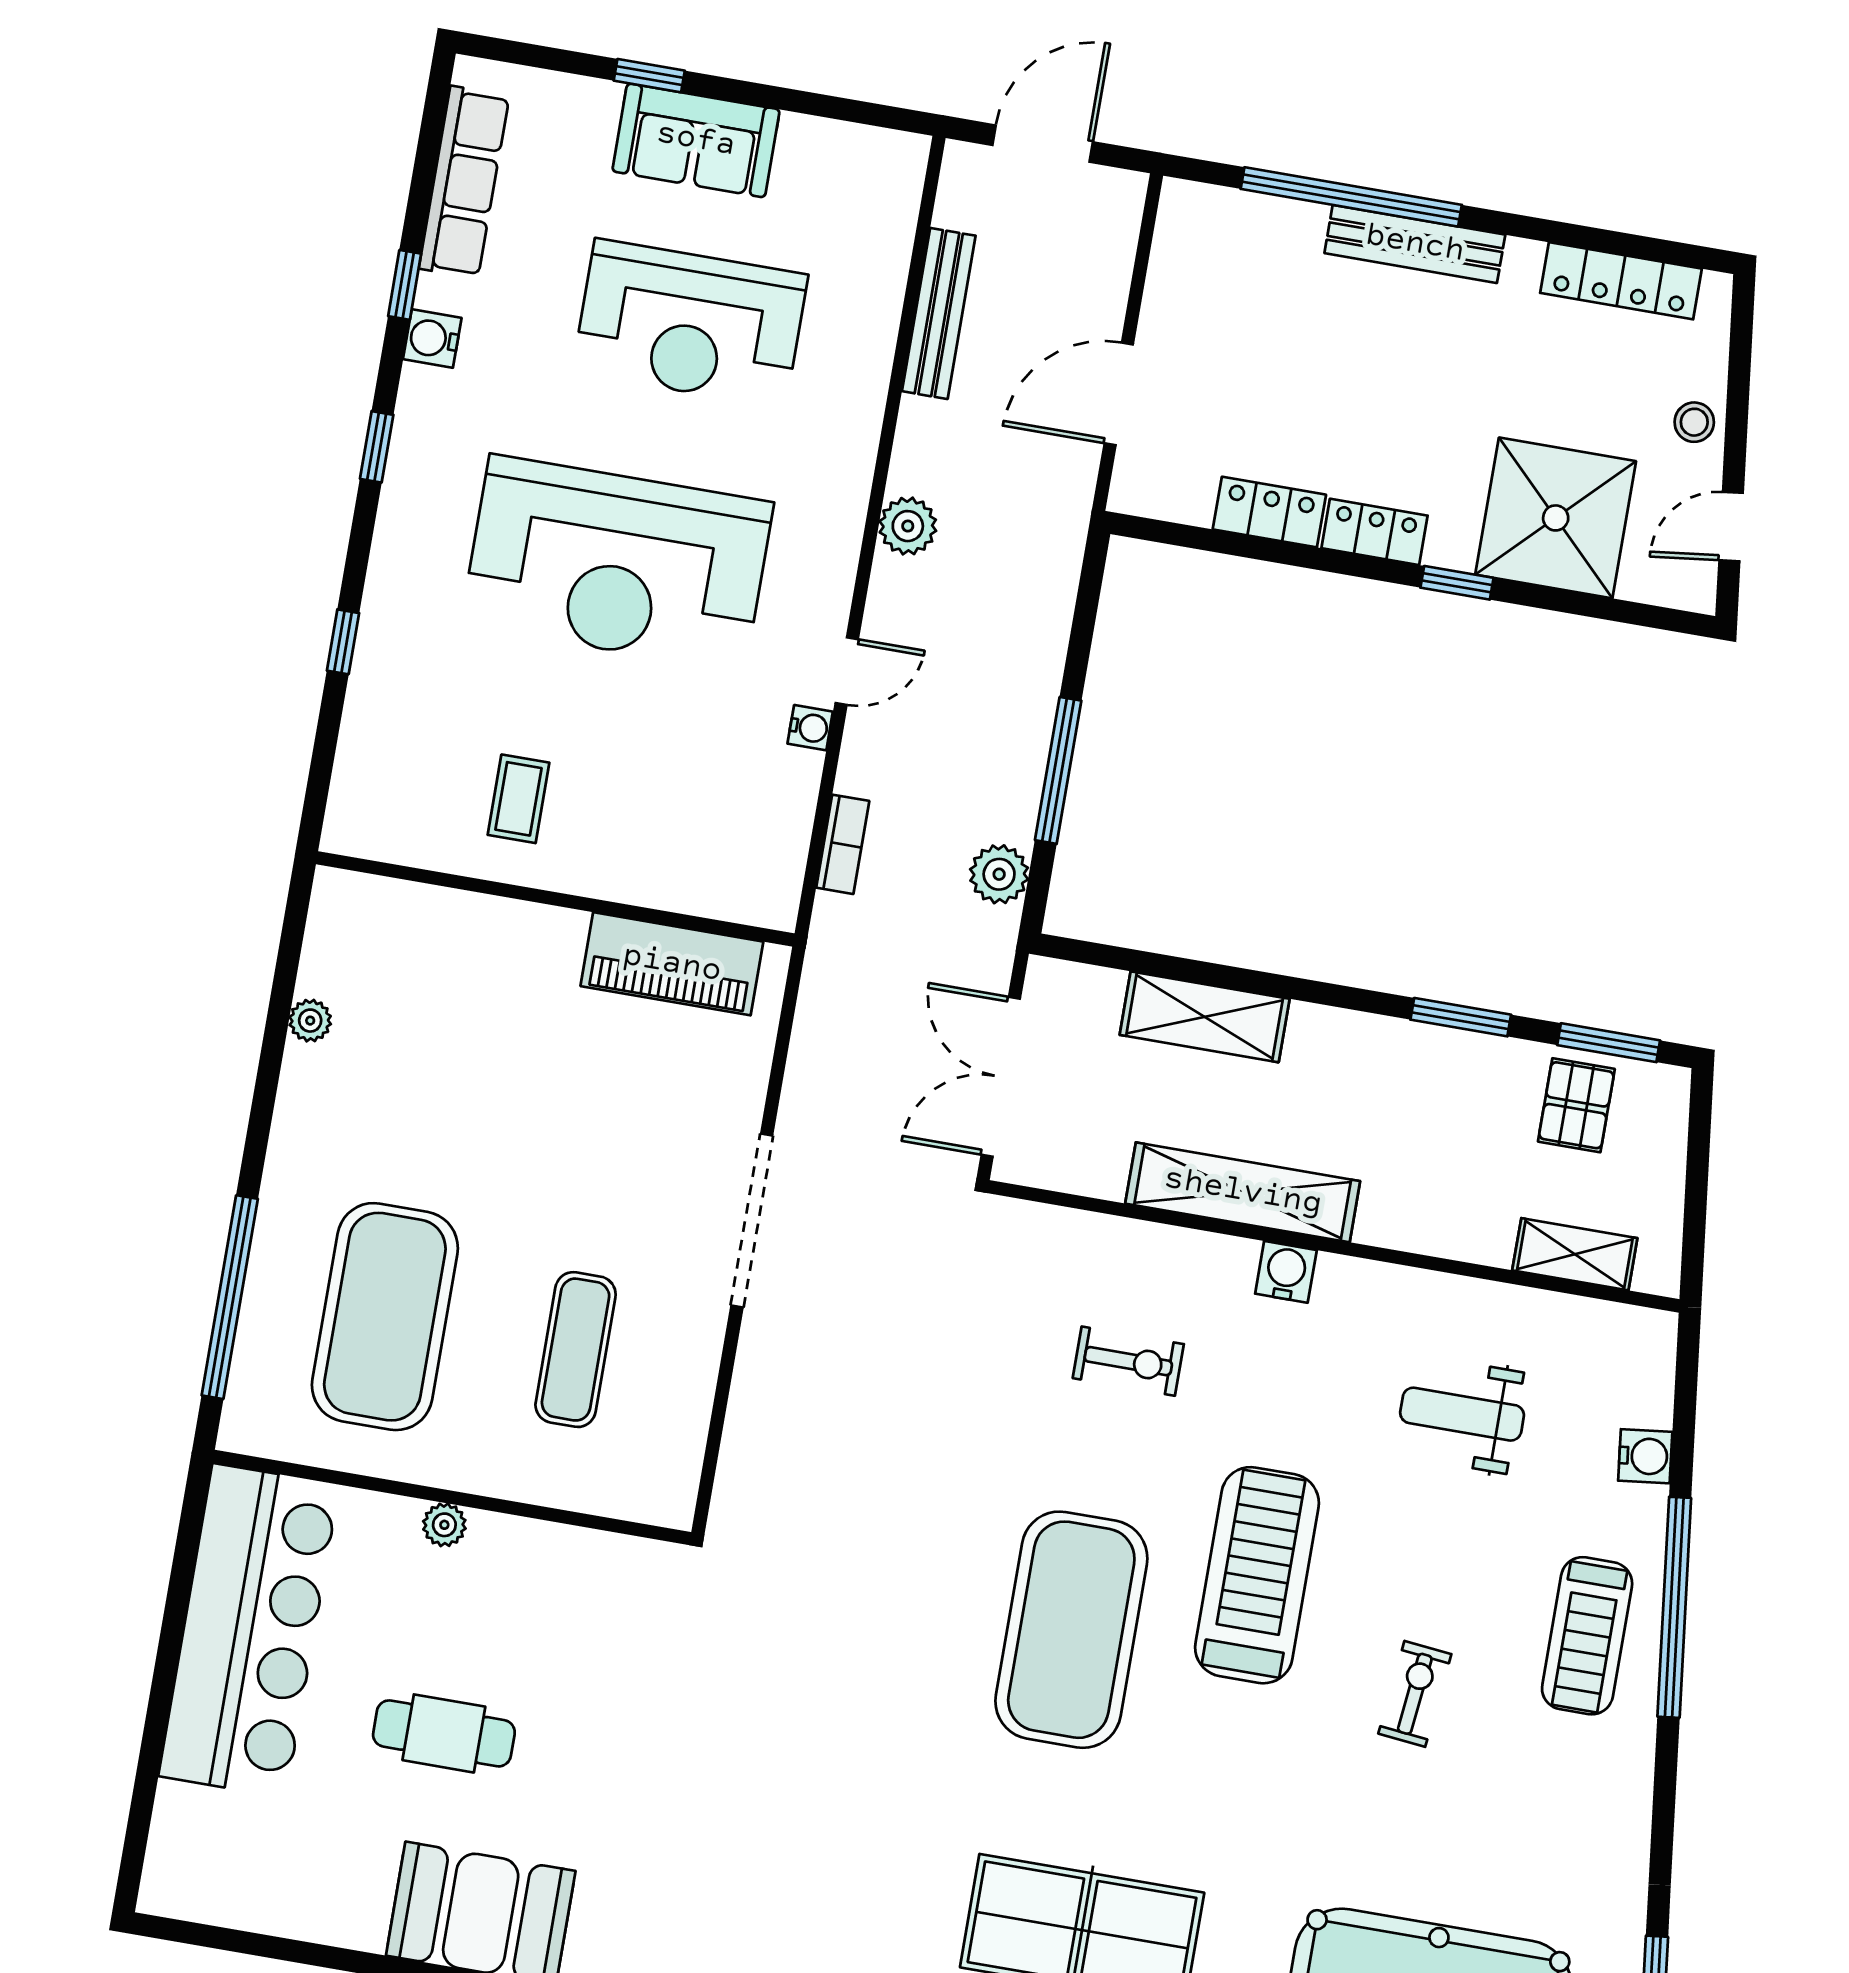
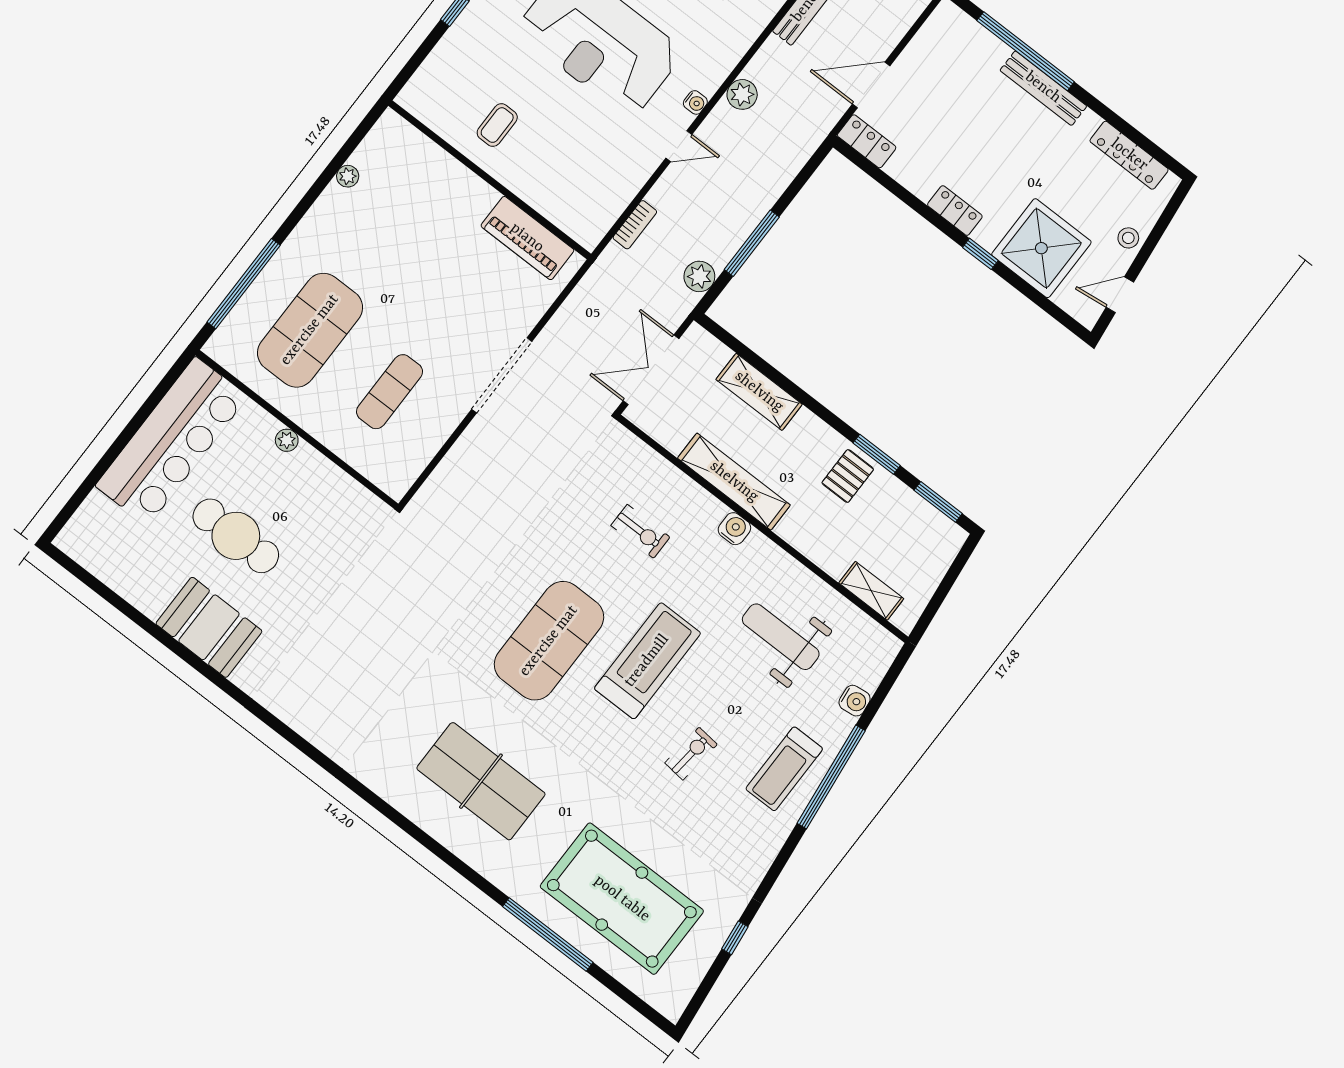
locker: (1269, 512) -> (867, 141), moved
water cooler: (810, 728) -> (695, 102), moved
pallet: (1576, 1105) -> (848, 476), moved
weight bench: (1462, 1414) -> (781, 637), width x1.36, depth x1.33
cafe table: (444, 1733) -> (236, 536), width x1.37, depth x1.35

